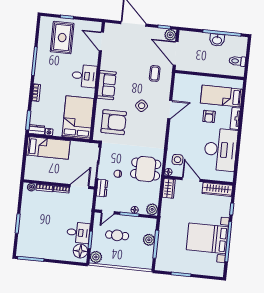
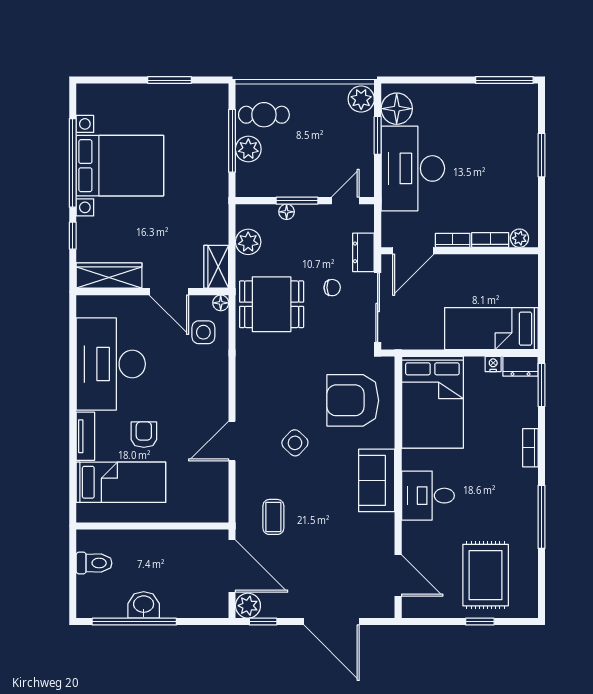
plant: (152, 209) -> (248, 242), moved
desk: (78, 233) -> (413, 168), width x1.87, depth x1.30
cafe table: (117, 235) -> (264, 115), moved

